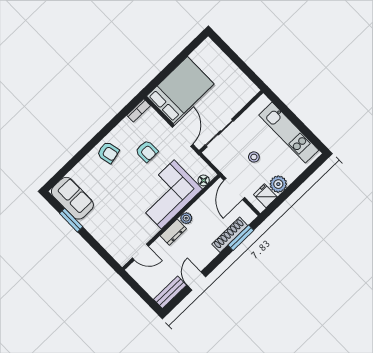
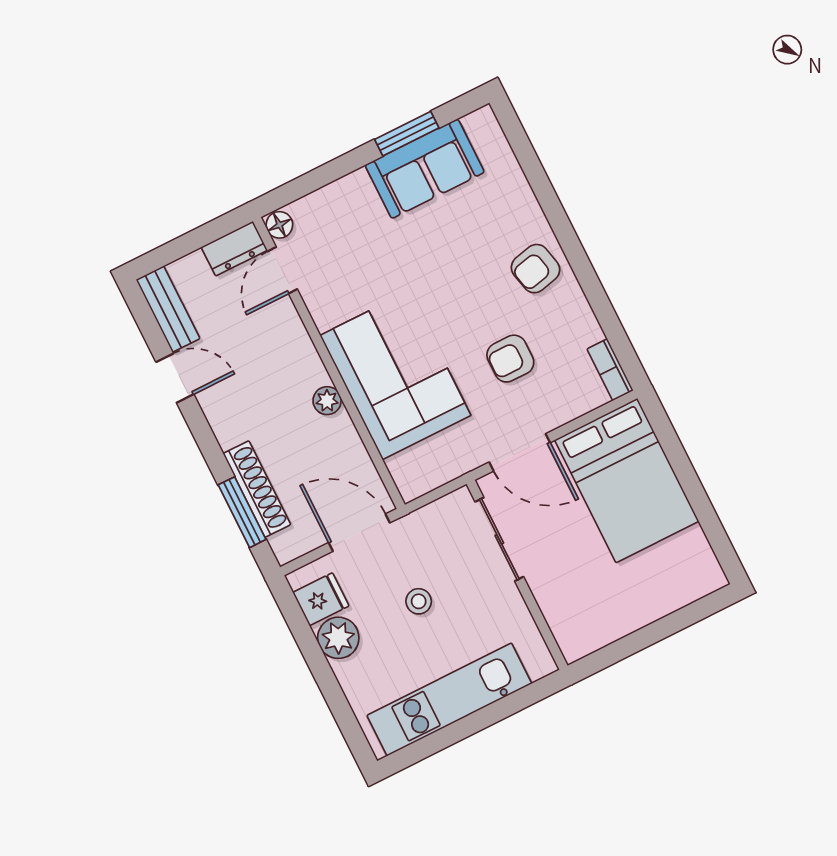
floor lamp: (204, 180) -> (279, 225), moved
sofa: (72, 198) -> (425, 169), moved
dresser: (173, 232) -> (234, 249), moved, turned -90

